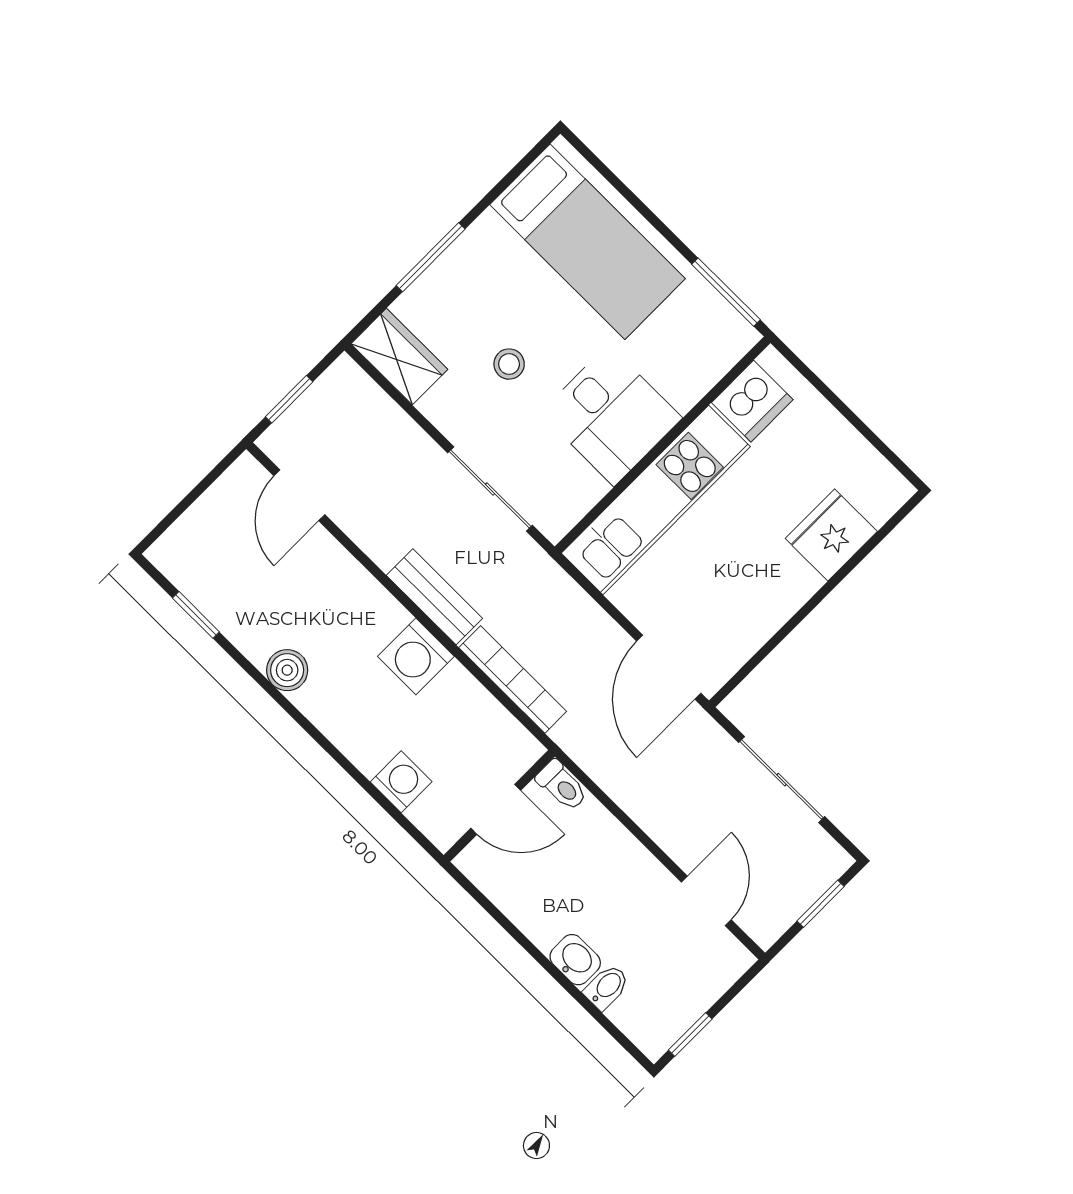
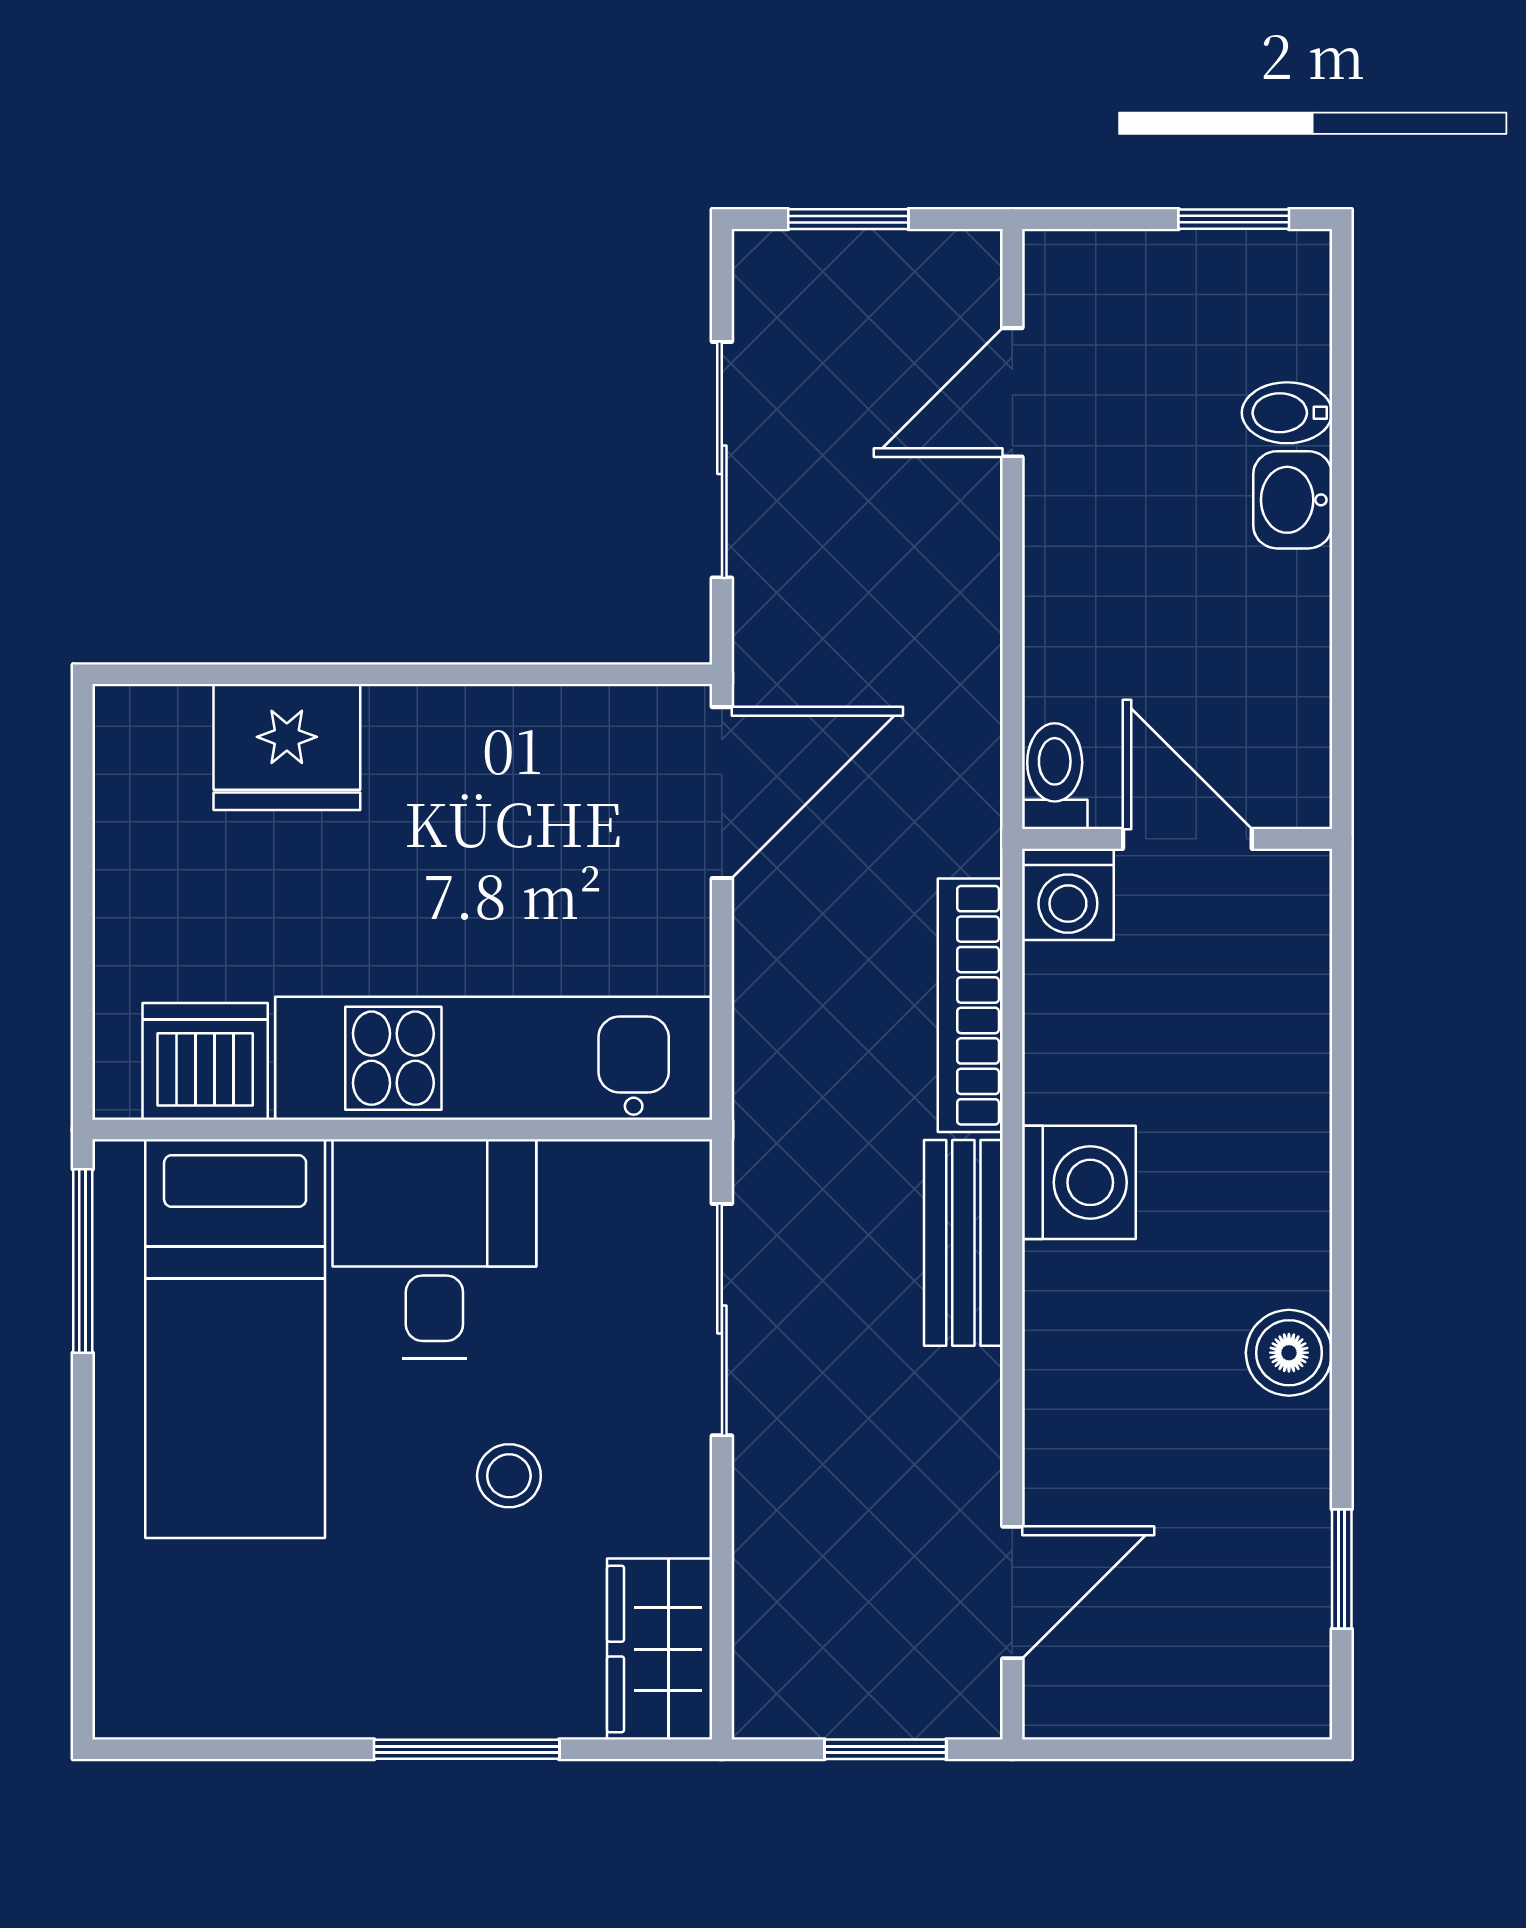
bed: (587, 242) -> (235, 1339), moved, turned 180
washing machine: (401, 782) -> (1068, 894), moved, turned -90

